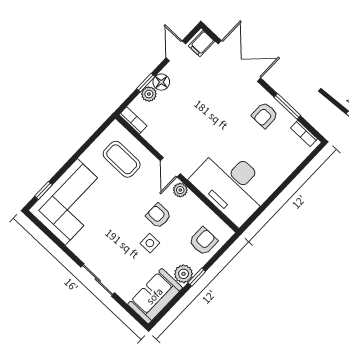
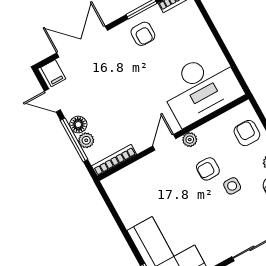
window: (146, 83) -> (74, 140), width x2.17
bookcase: (133, 120) -> (114, 160), width x1.56
coffee table: (122, 159) -> (141, 187), removed
door: (170, 167) -> (164, 142), swing flipped

